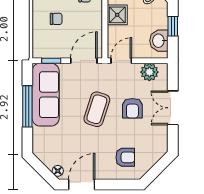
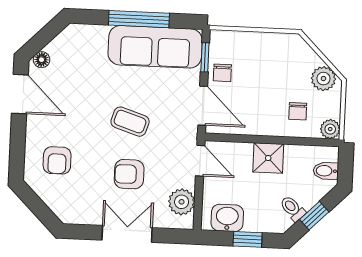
chair: (56, 19) -> (222, 73), moved
coffee table: (97, 109) -> (130, 122), width x0.73, depth x0.77

